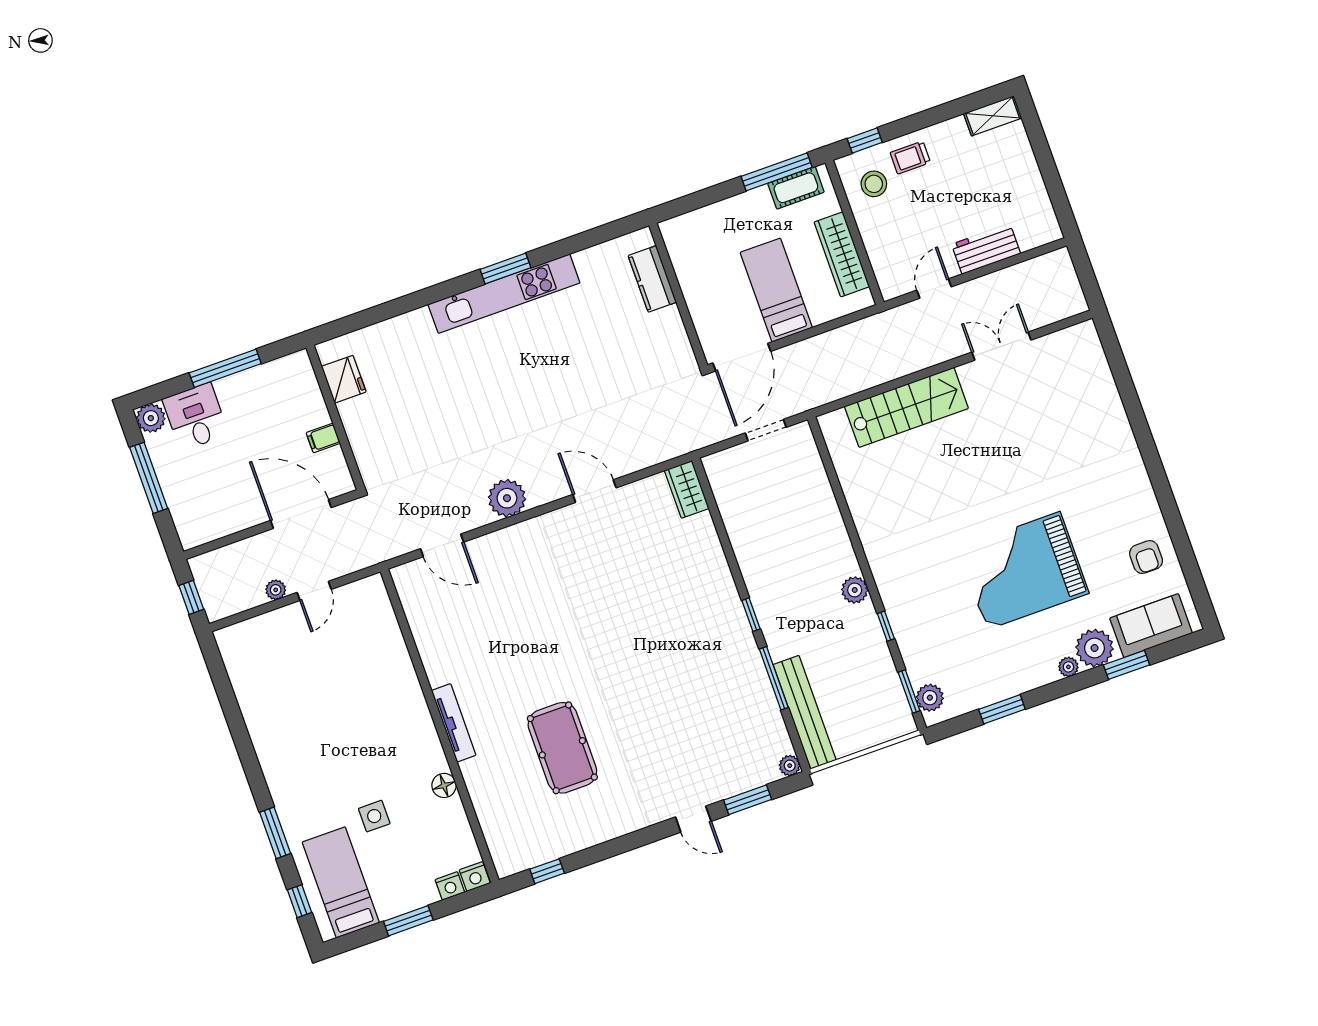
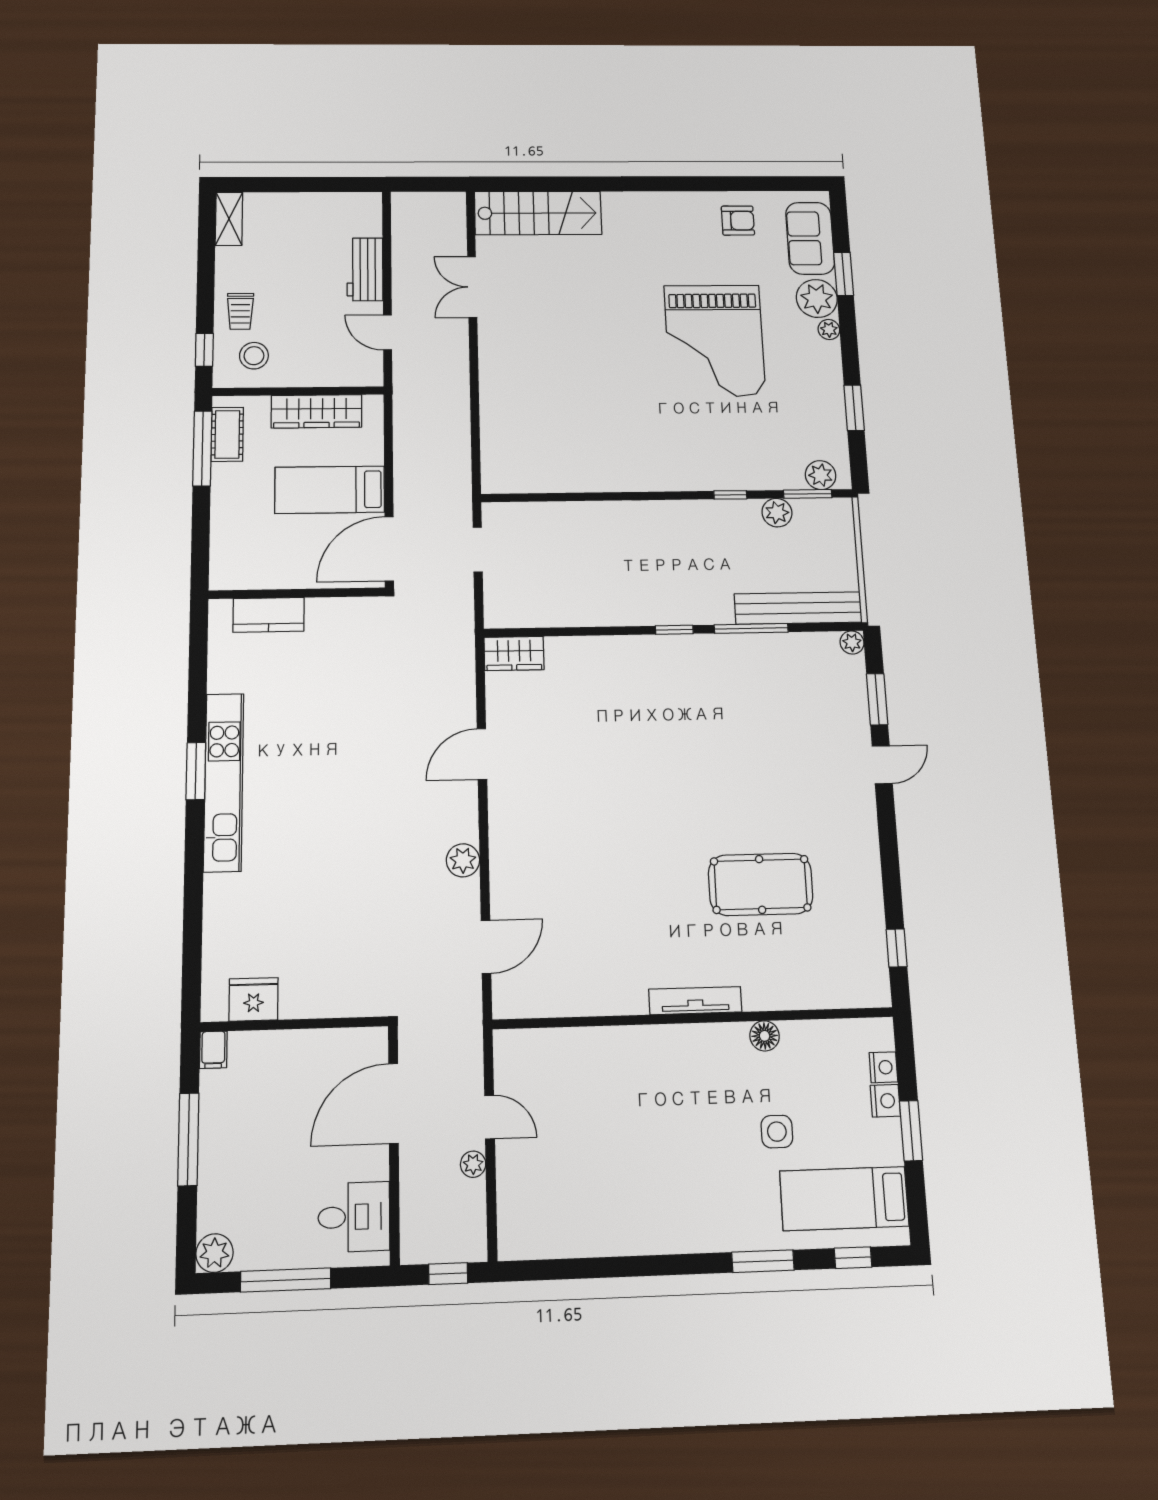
door: (742, 357) -> (389, 549), swing flipped
stairs: (906, 407) -> (538, 213), moved, turned 90
desk: (195, 417) -> (354, 1217), moved, turned 180
filing cabinet: (323, 438) -> (213, 1050), moved
plant: (507, 498) -> (463, 860), width x0.73, depth x0.73
plant: (855, 590) -> (777, 513), moved
nightstand: (475, 877) -> (885, 1101), moved

